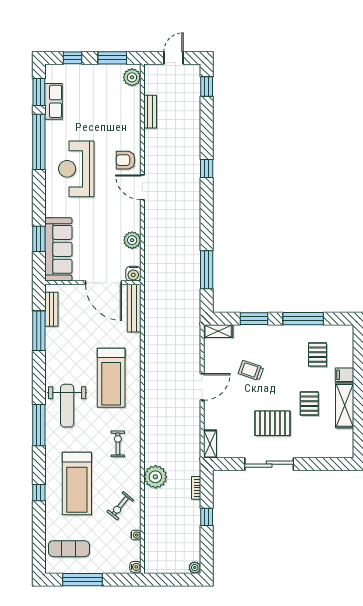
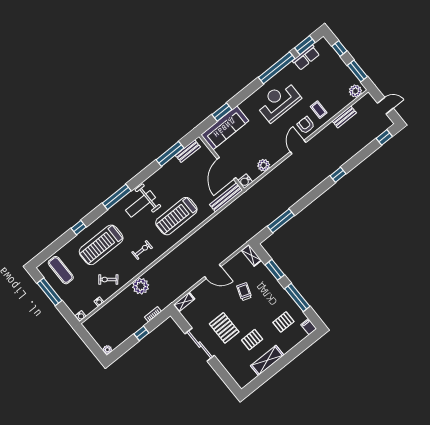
coffee table: (120, 133) -> (319, 110), added
filing cabinet: (344, 375) -> (309, 327), moved

